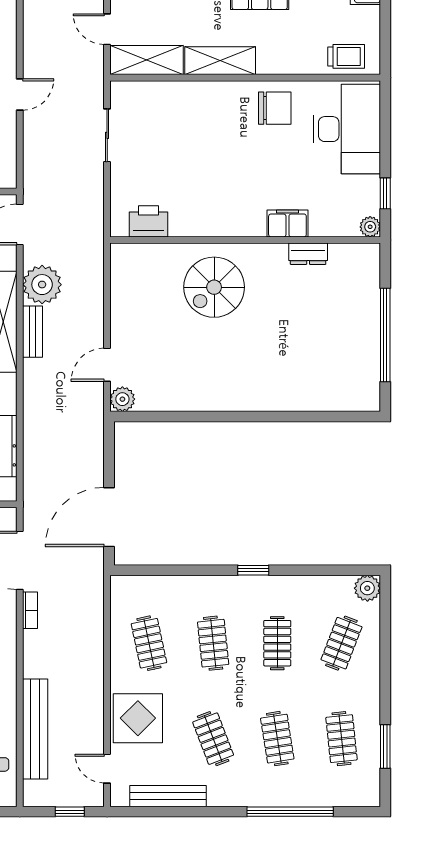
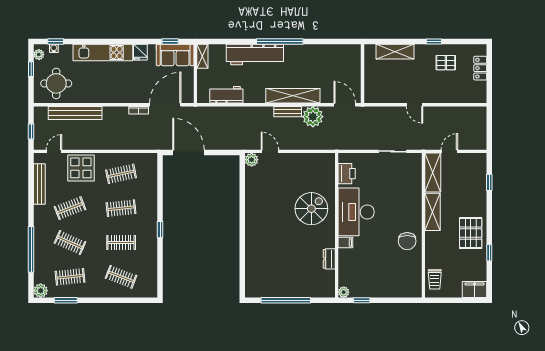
desk: (347, 129) -> (356, 212), moved, turned 90
filing cabinet: (287, 224) -> (345, 242), width x0.50
spiral stairs: (214, 287) -> (311, 209), turned 90
plant: (367, 588) -> (41, 291), moved
clothes rail: (277, 739) -> (70, 242), turned 33

